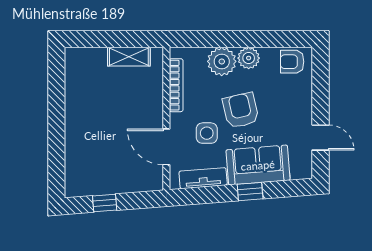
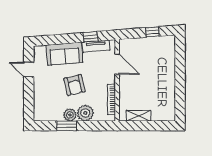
window: (254, 39) -> (67, 126), added
armchair: (292, 62) -> (45, 113), removed
side table: (207, 133) -> (94, 72), removed
window: (250, 192) -> (90, 37), moved

